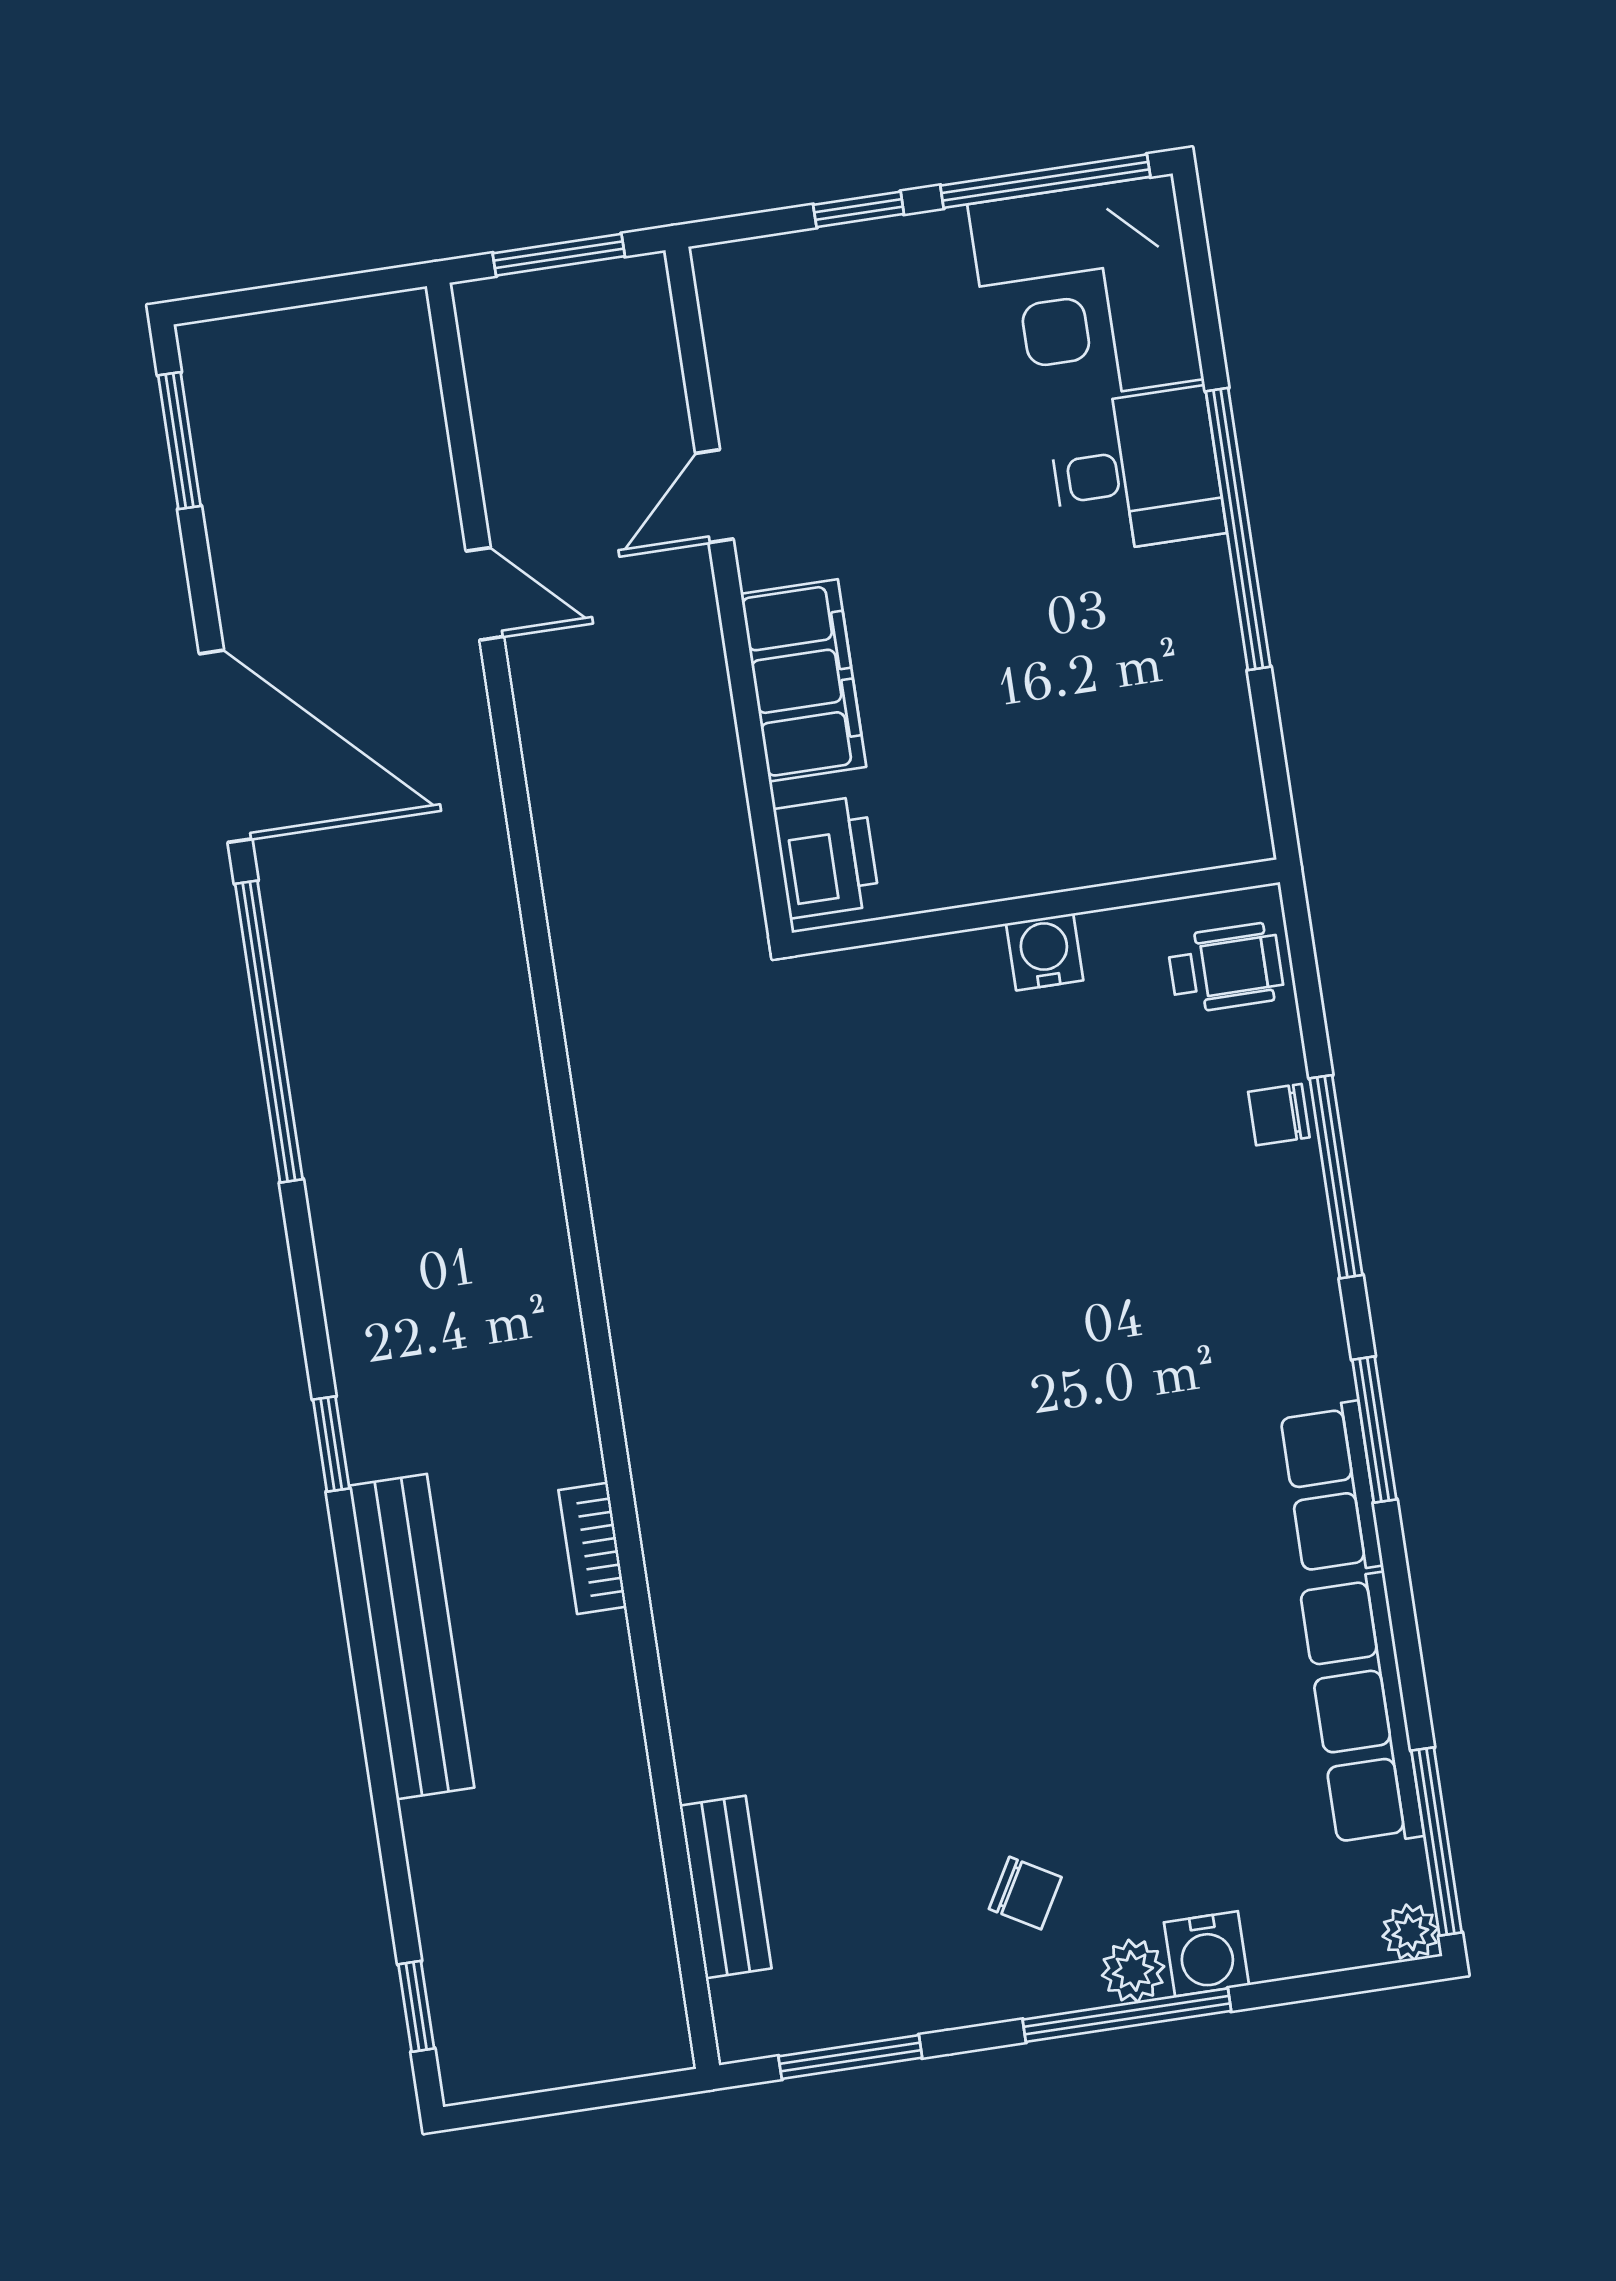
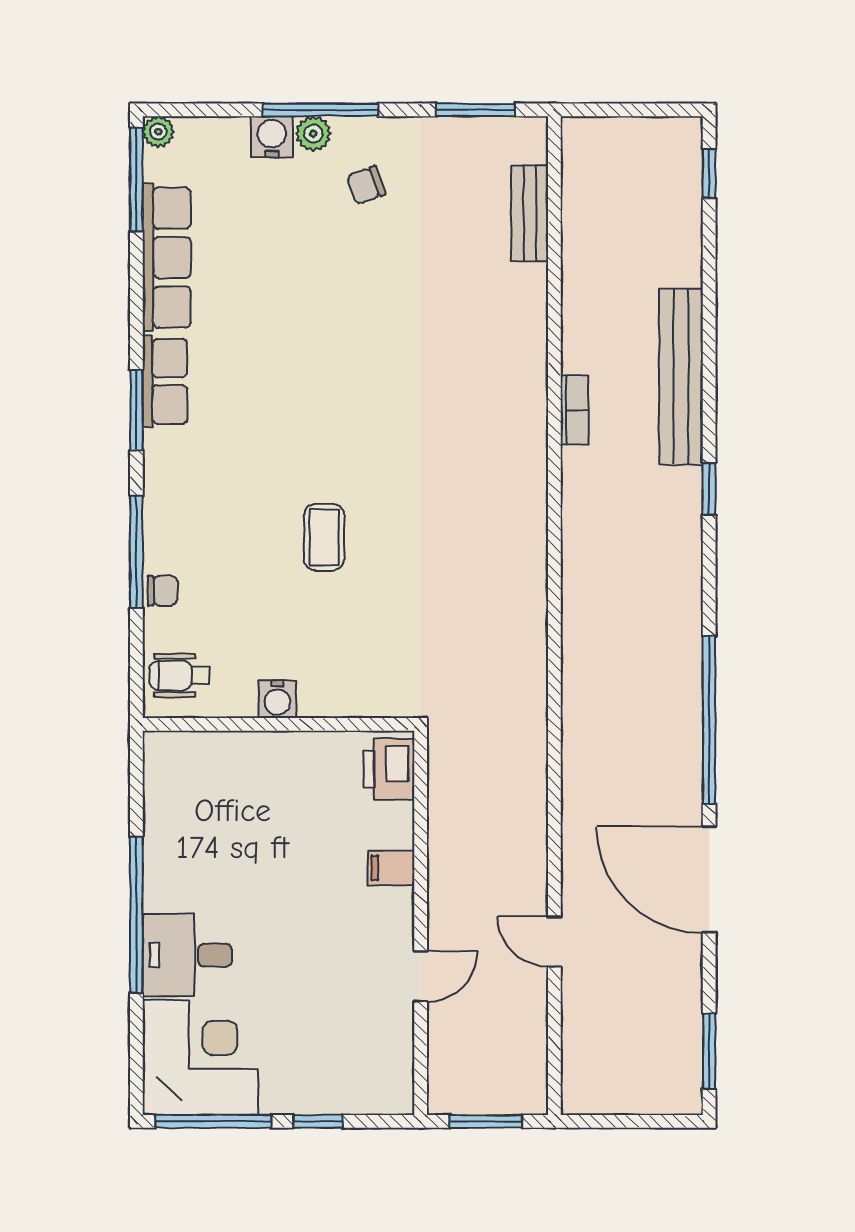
filing cabinet: (803, 680) -> (391, 868), width x0.33, depth x0.86
coffee table: (1005, 1254) -> (324, 537), added
chair: (1025, 1893) -> (366, 185), turned -50

